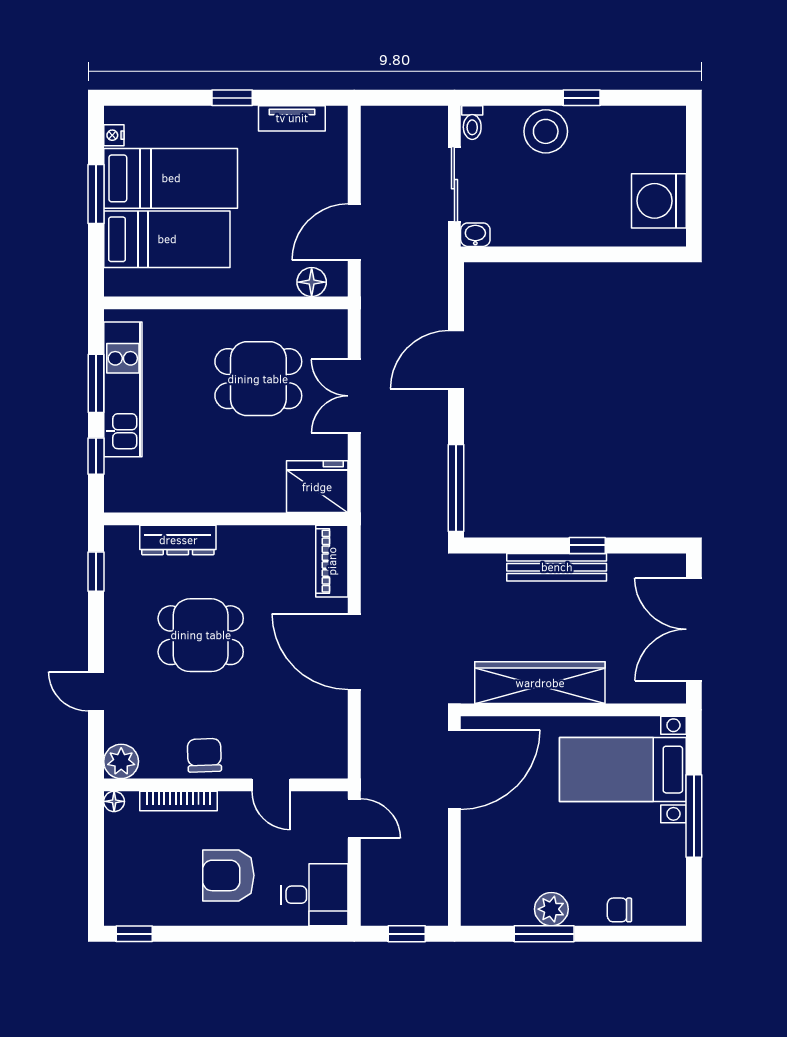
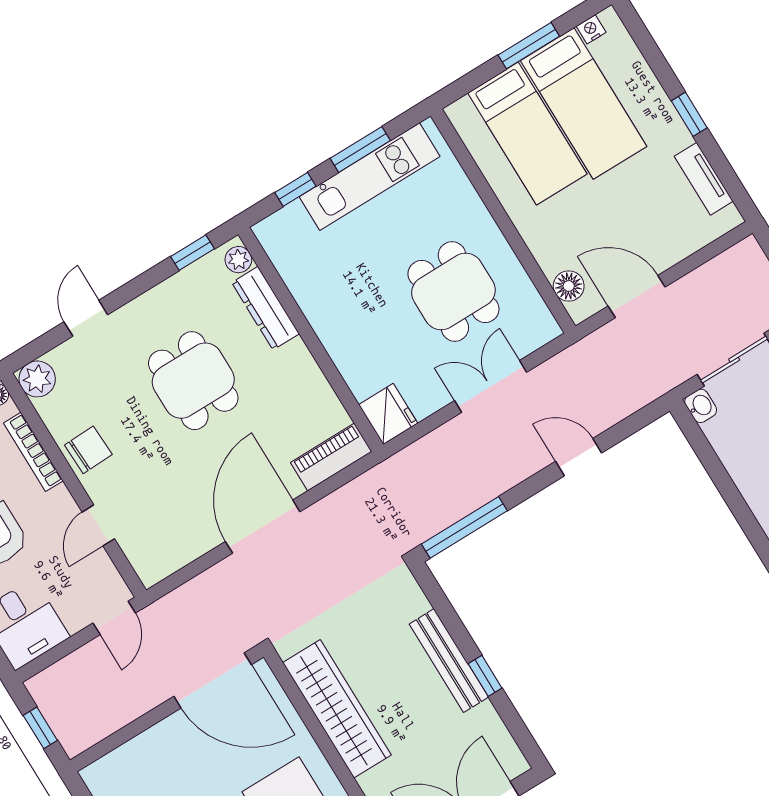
door: (456, 360) -> (579, 457), width x0.73
fridge: (317, 487) -> (388, 414), width x0.73, depth x0.75
plant: (125, 538) -> (238, 260), added

